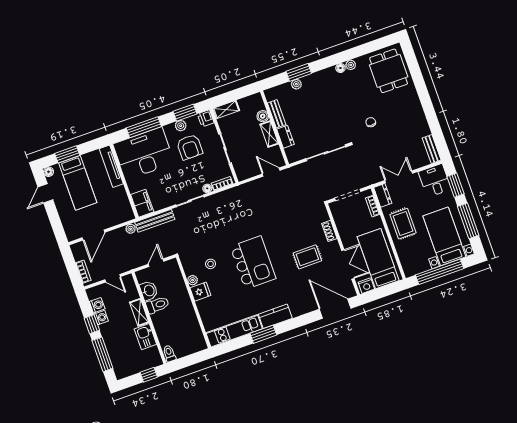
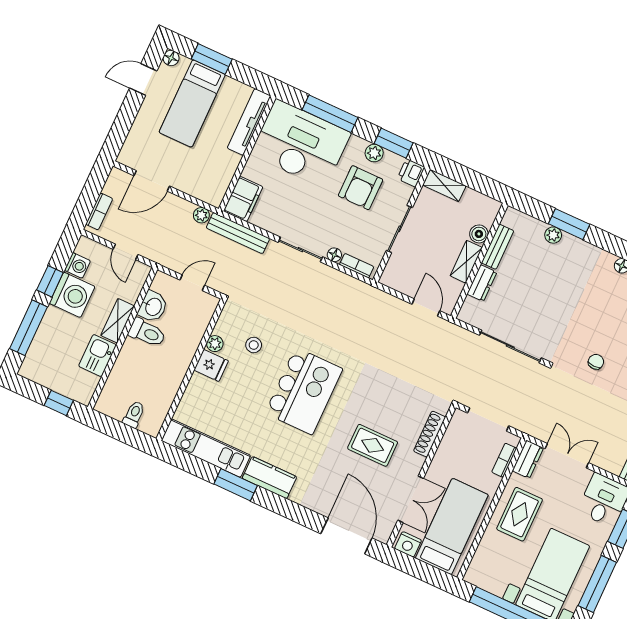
shoe rack: (329, 231) -> (430, 434), width x1.43
washing machine: (101, 318) -> (72, 295), width x1.89, depth x1.89
toilet: (169, 353) -> (134, 414), moved

